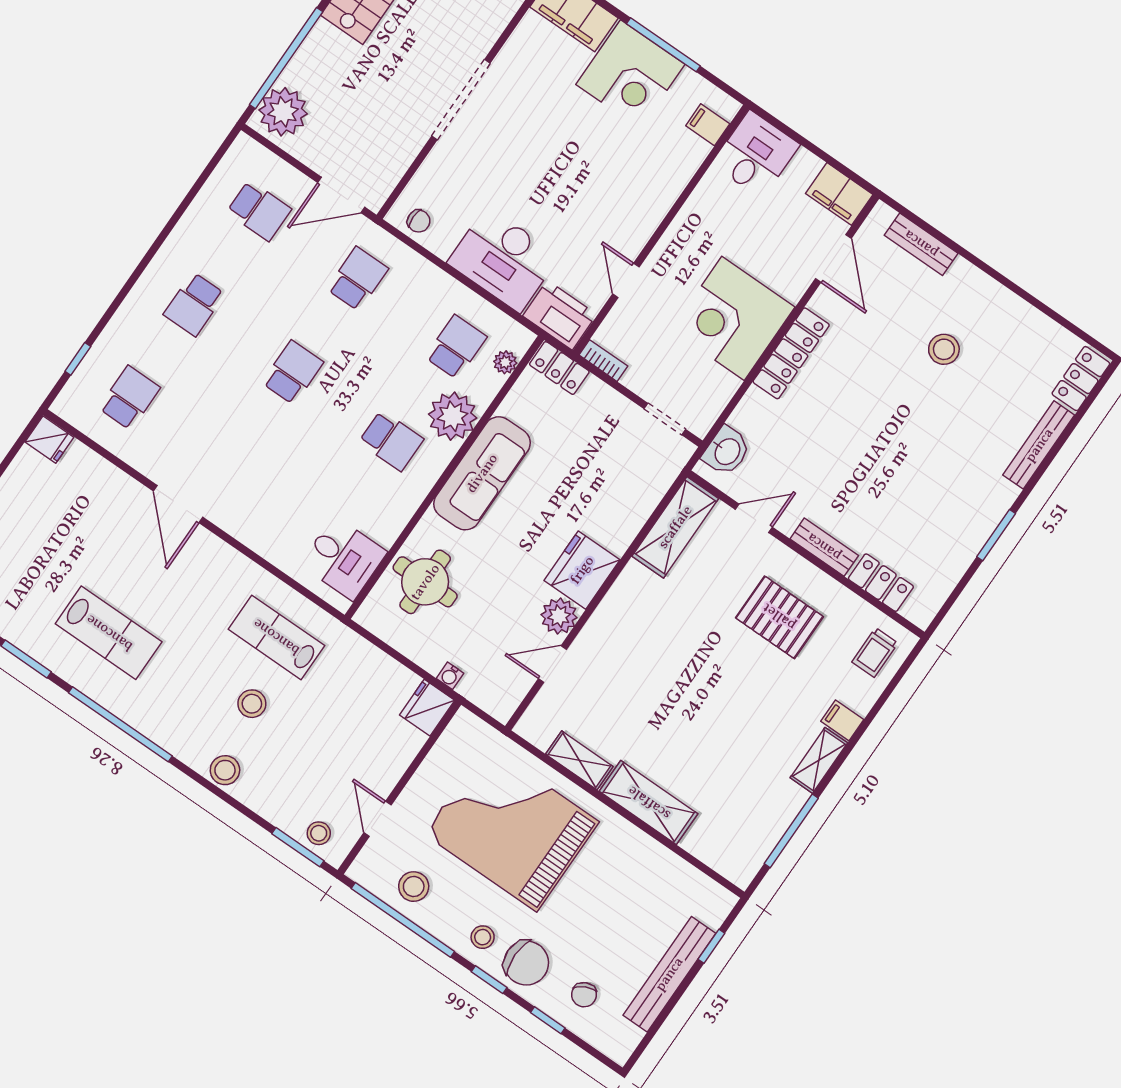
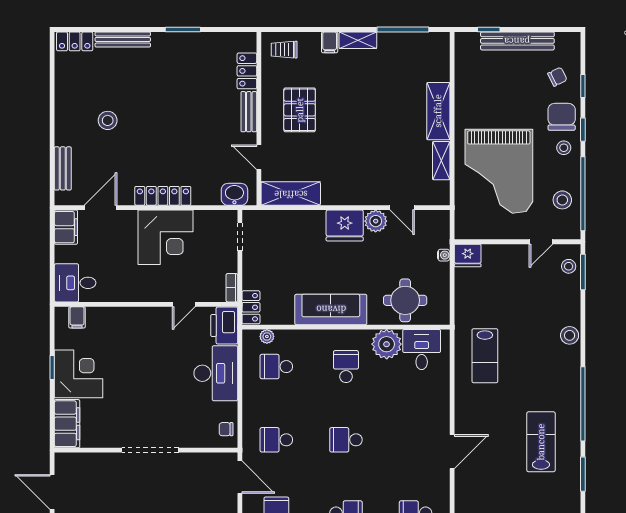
window: (663, 45) -> (52, 367), width x0.46
chair: (419, 221) -> (226, 429), turned -90
plant: (453, 416) -> (387, 344), moved
trolley: (875, 653) -> (284, 50), turned 180
stool: (252, 704) -> (527, 345), removed

